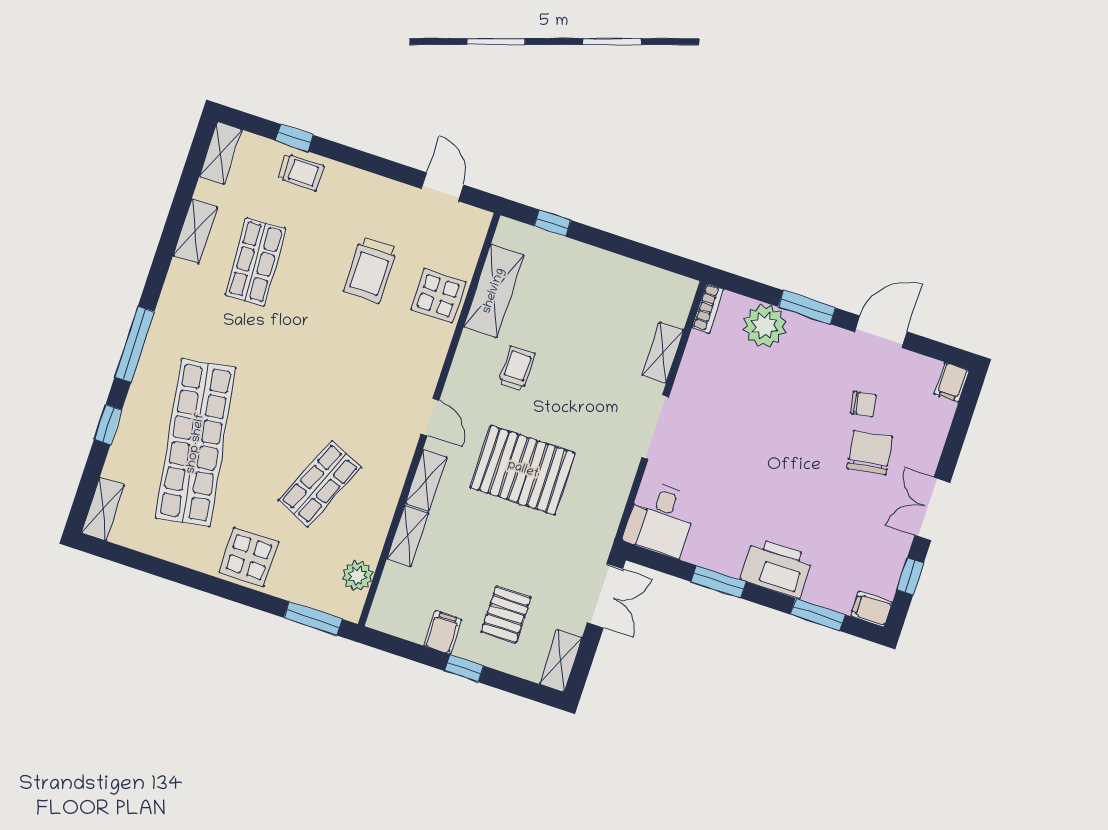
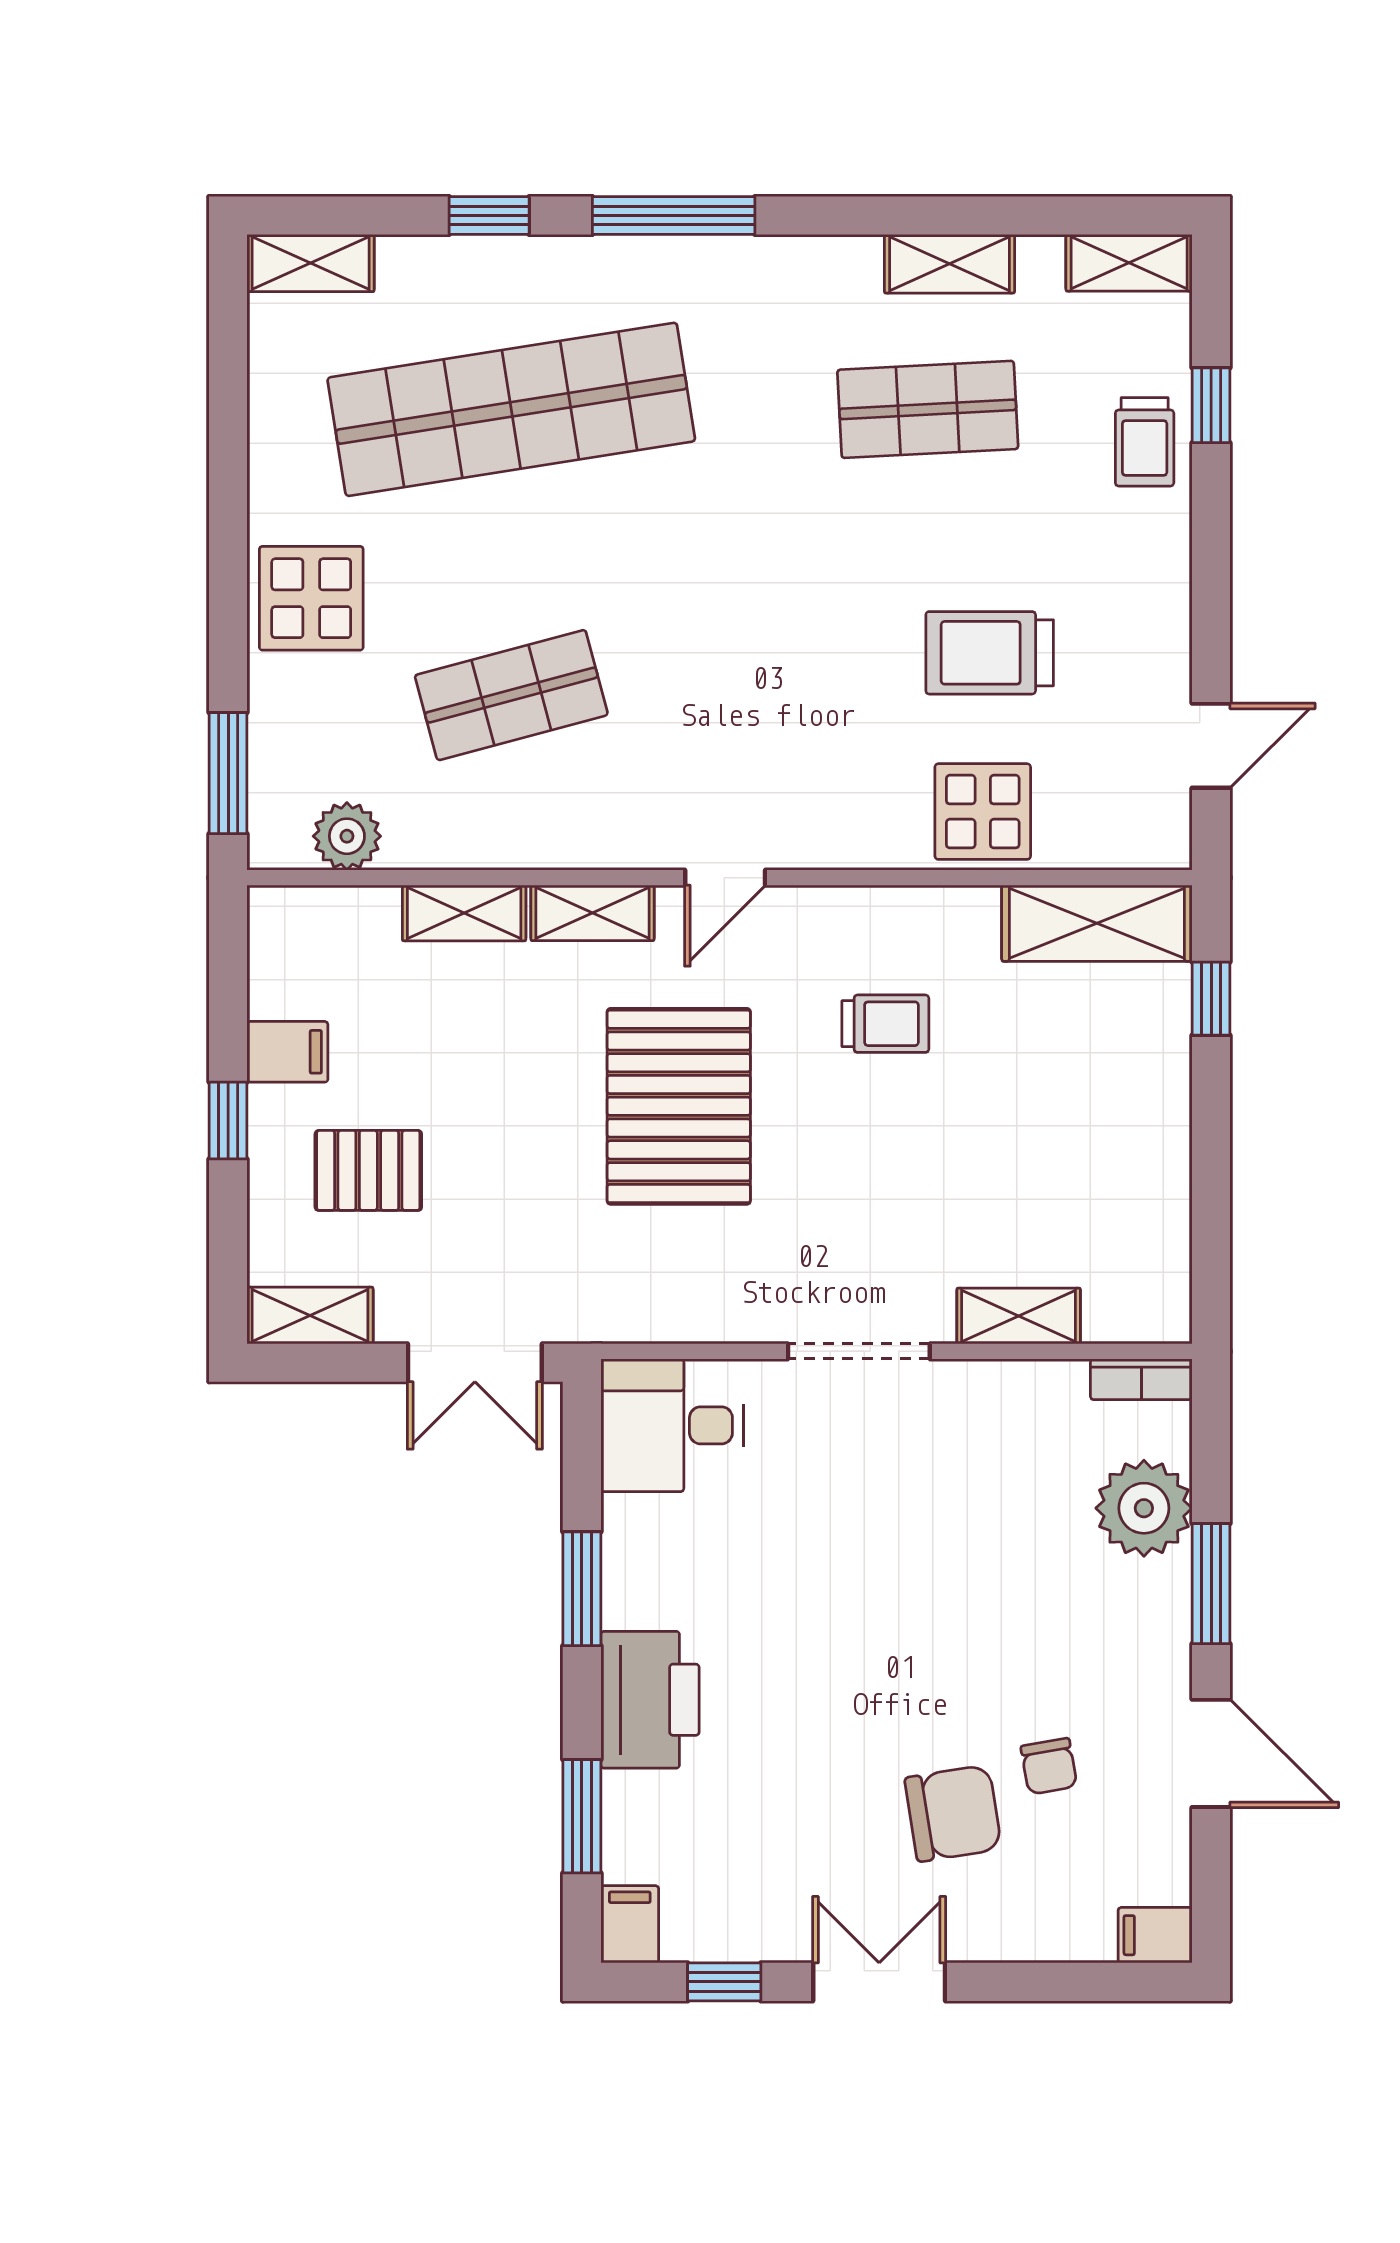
shelving: (494, 291) -> (1097, 923), moved
shop shelf: (320, 484) -> (511, 695), turned -39

